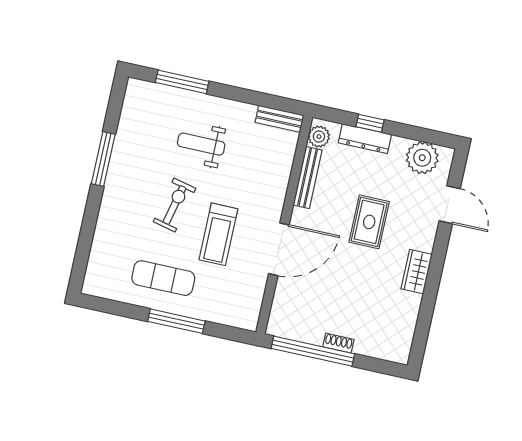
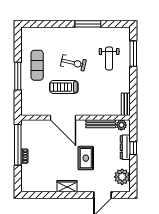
weight bench: (201, 144) -> (109, 58), moved, turned 180
rug: (369, 222) -> (86, 158), turned 90

